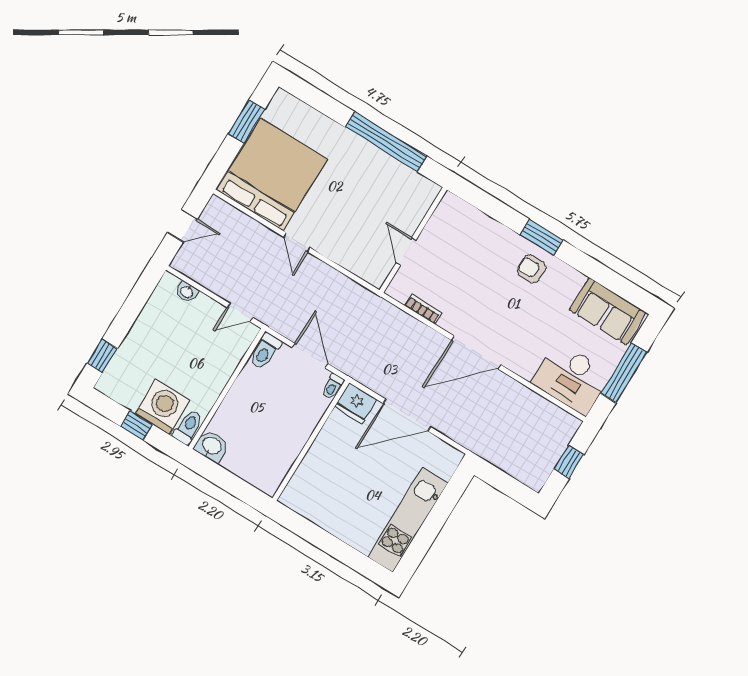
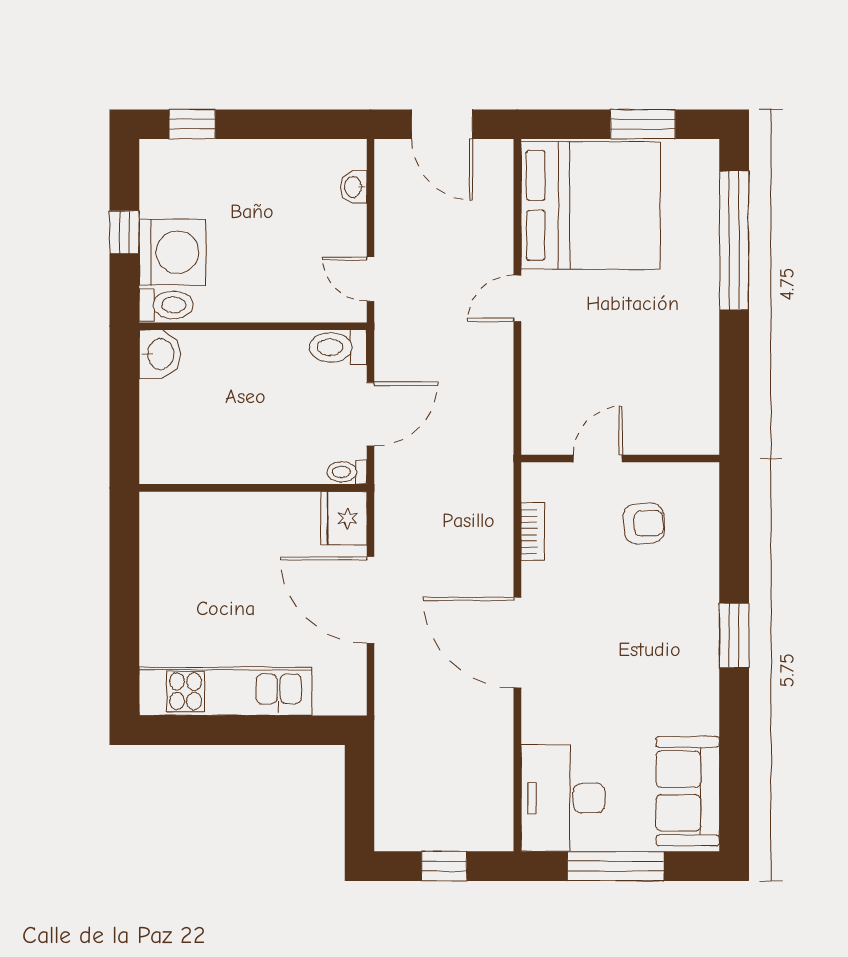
window: (386, 142) -> (734, 241), moved
door: (182, 226) -> (442, 124), width x1.38
armchair: (532, 269) -> (644, 523), moved, turned 86

